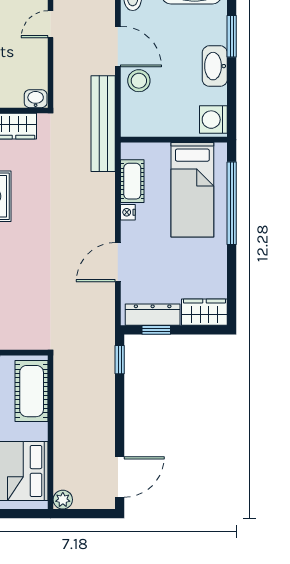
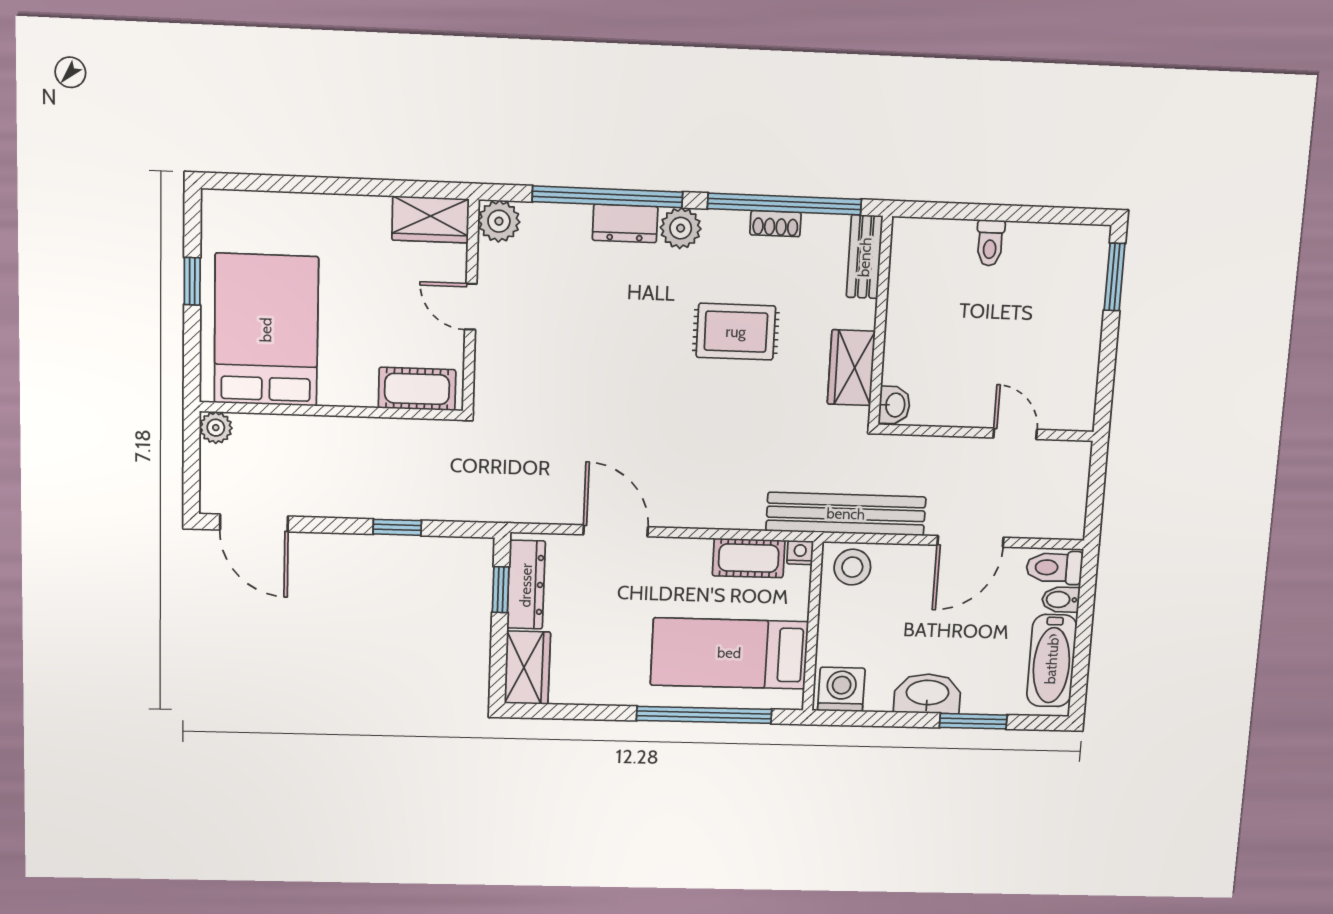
stool: (139, 81) -> (852, 567), moved
nightstand: (128, 212) -> (800, 552), moved
window: (120, 360) -> (397, 527), moved
cot: (32, 391) -> (417, 389), width x0.73, depth x0.75

